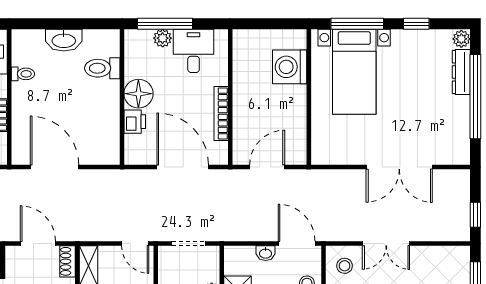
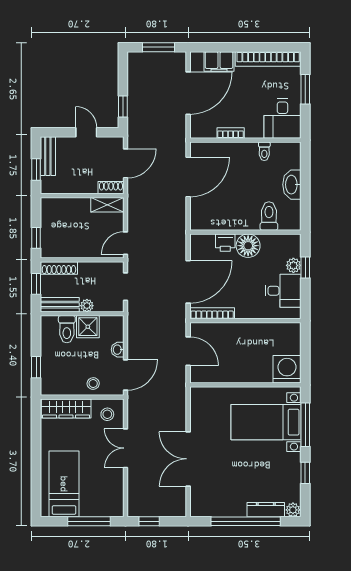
window: (165, 24) -> (305, 267), width x0.46
washing machine: (290, 67) -> (287, 369), moved
bookcase: (221, 114) -> (212, 313), moved

